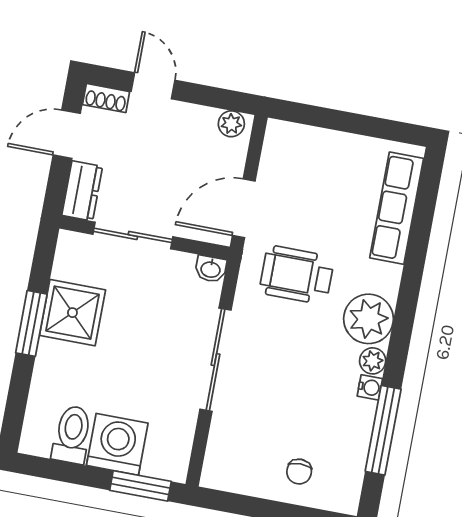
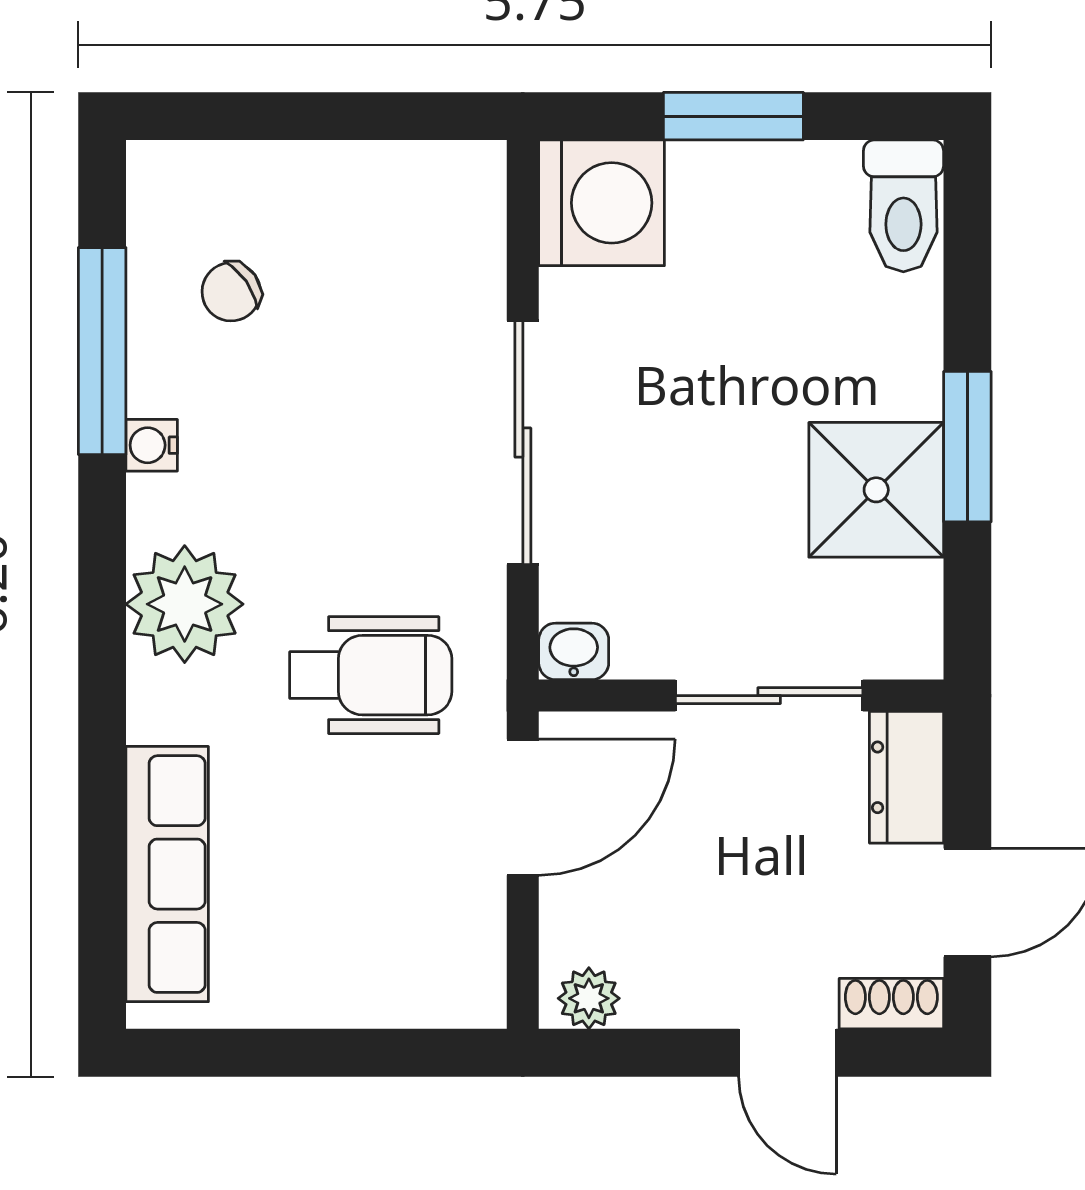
plant: (373, 361) -> (157, 508), removed
toilet: (72, 435) -> (903, 206), moved
washing machine: (117, 444) -> (602, 203), moved, turned -90
chair: (299, 472) -> (231, 292), moved, turned -125
window: (140, 486) -> (733, 116), moved

